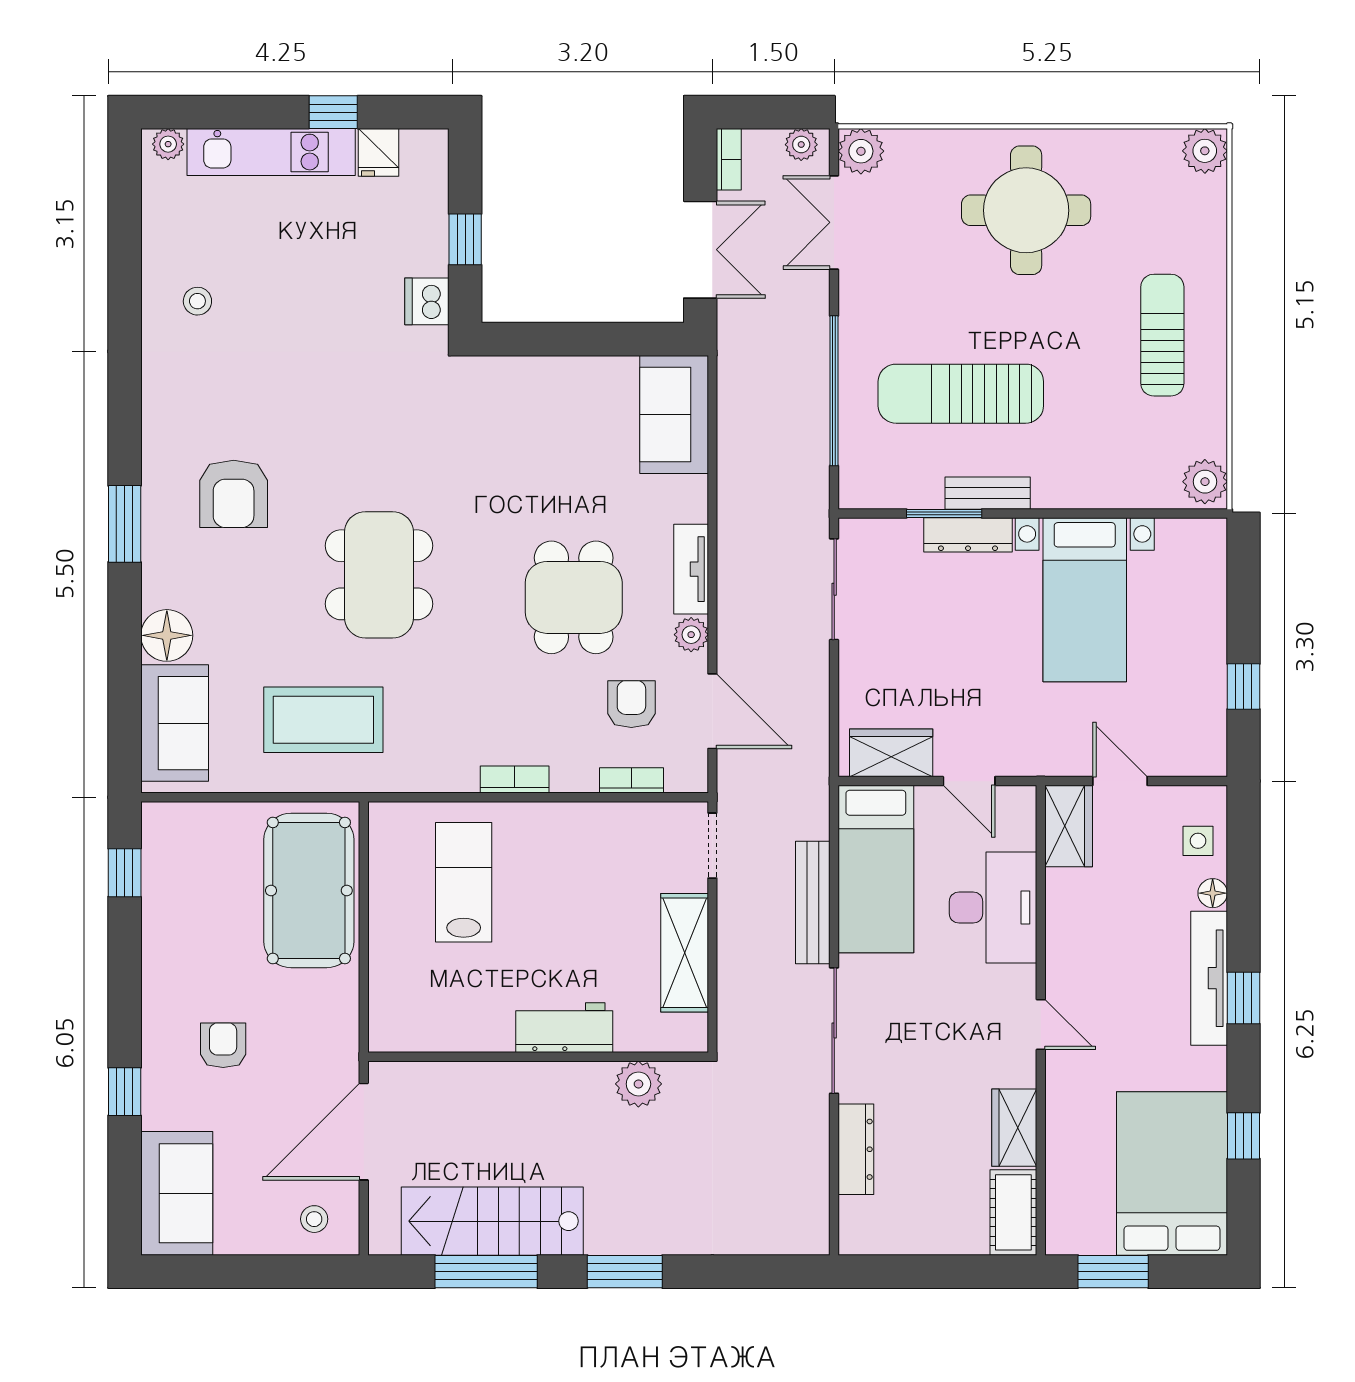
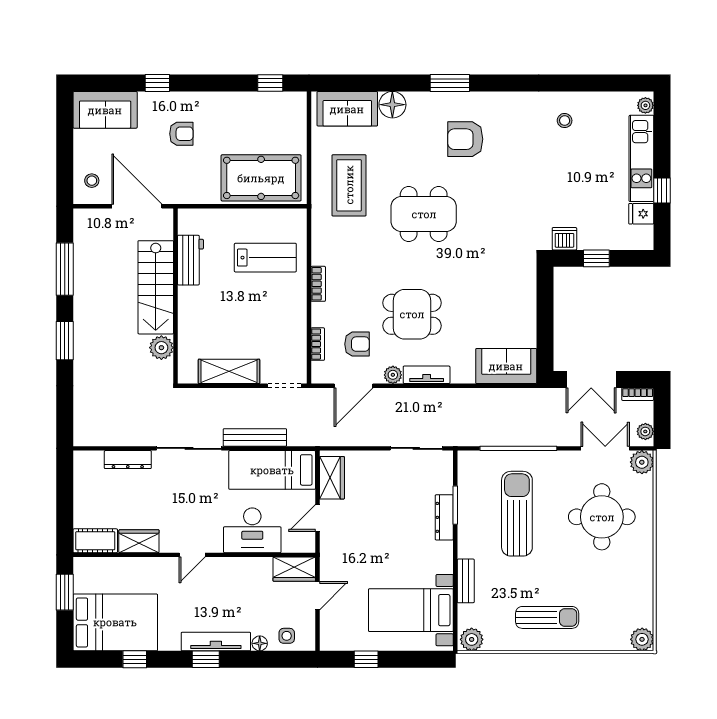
round table: (1026, 210) -> (602, 517), moved
bench: (988, 493) -> (466, 581), moved
bed with nightstands: (1085, 600) -> (411, 610), moved
workbench: (564, 1028) -> (190, 260), moved
stairs: (492, 1221) -> (156, 287), moved, turned 180

